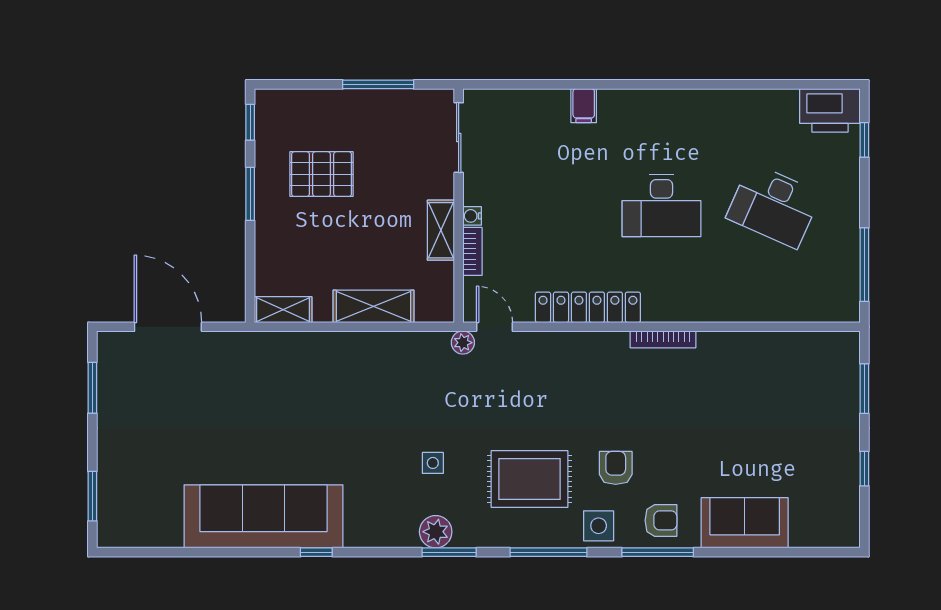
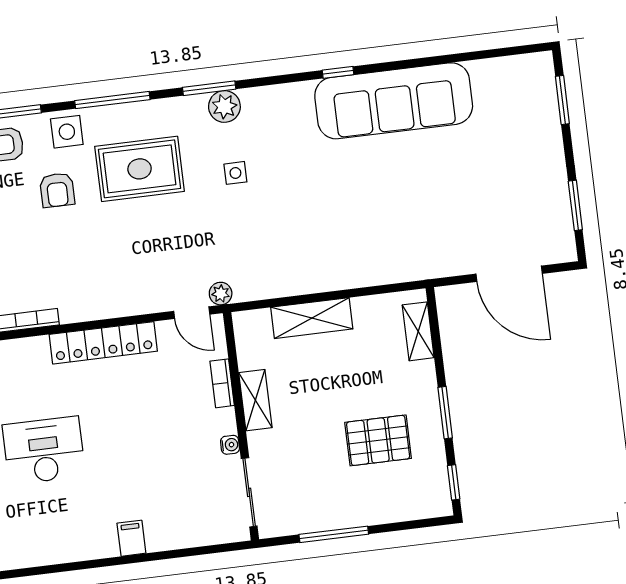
water cooler: (472, 216) -> (230, 445), moved
shelving: (283, 310) -> (418, 331), moved, turned 90

